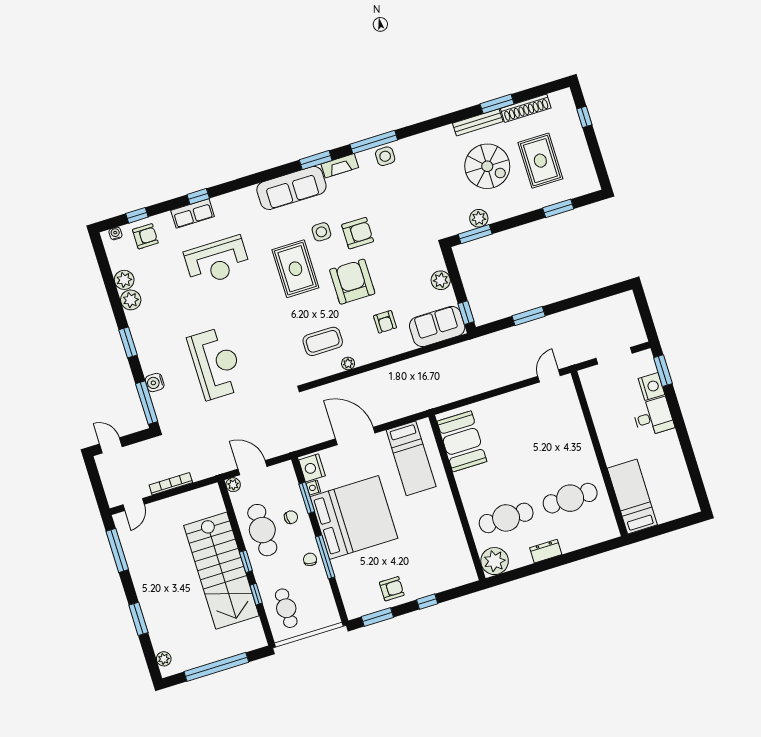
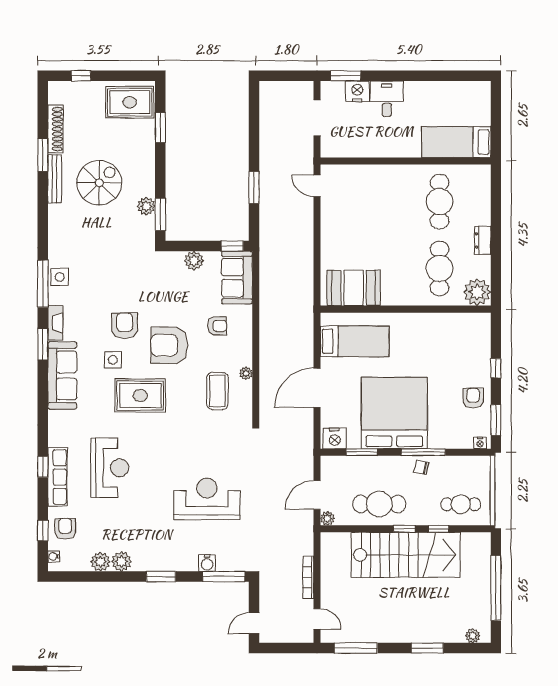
rug: (540, 161) -> (130, 102), moved
row of seats: (193, 213) -> (57, 477), width x1.48
nightstand: (313, 488) -> (480, 443), moved
chair: (291, 517) -> (375, 473), removed

